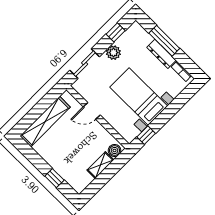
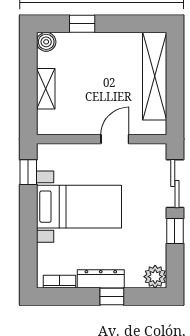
window: (116, 32) -> (175, 231), moved
window: (164, 41) -> (112, 296), width x0.46
plant: (113, 53) -> (155, 277), moved
boiler: (115, 150) -> (46, 42), moved

